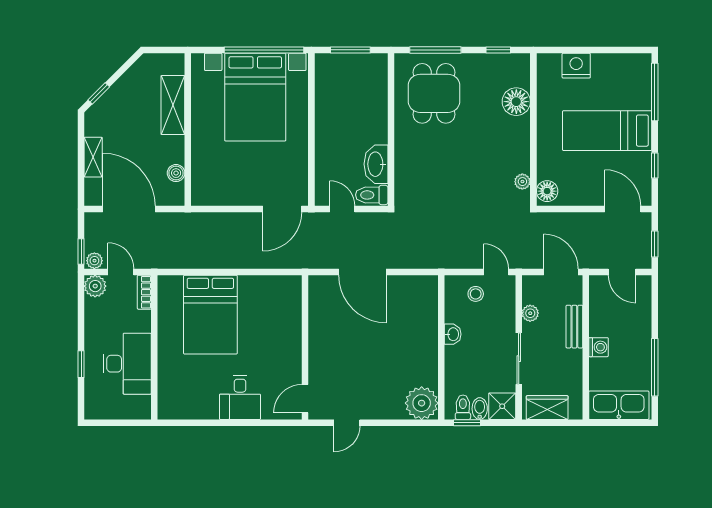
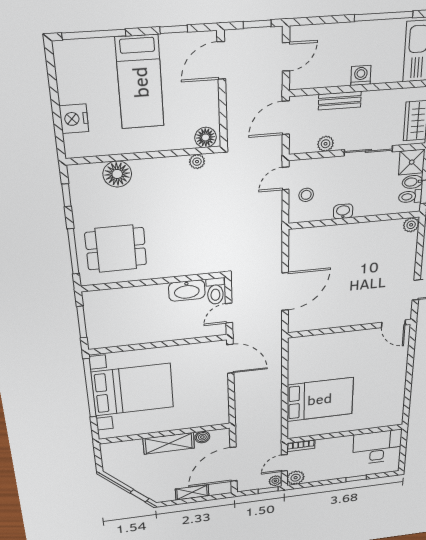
shelving: (173, 105) -> (169, 443), moved
desk: (127, 364) -> (377, 447), moved
desk: (240, 398) -> (389, 371), removed
plant: (422, 403) -> (411, 225), width x0.53, depth x0.53

